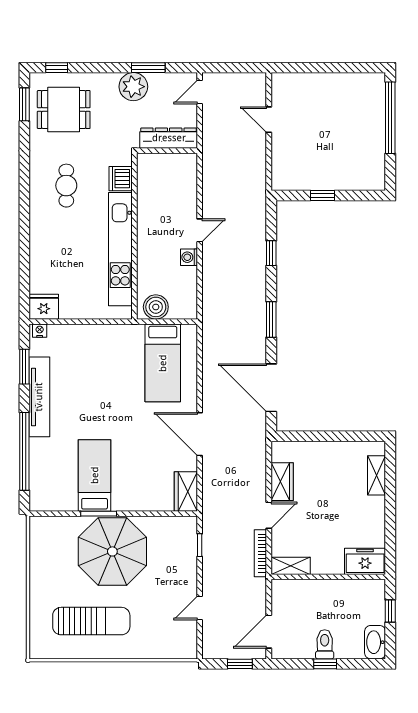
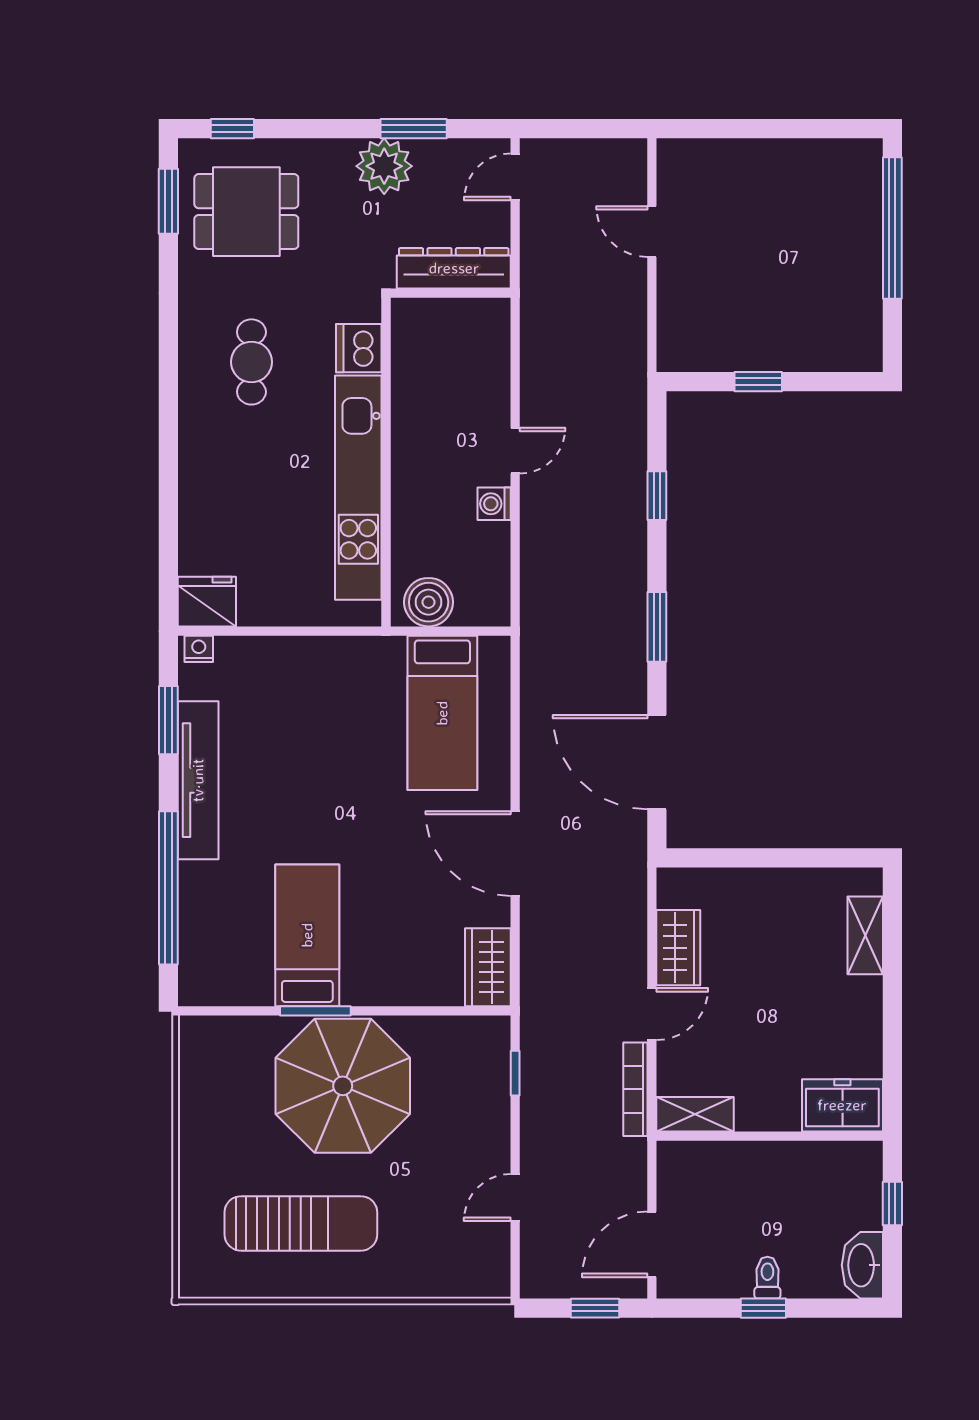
toilet: (325, 644) -> (767, 1278), width x0.73, depth x0.72

